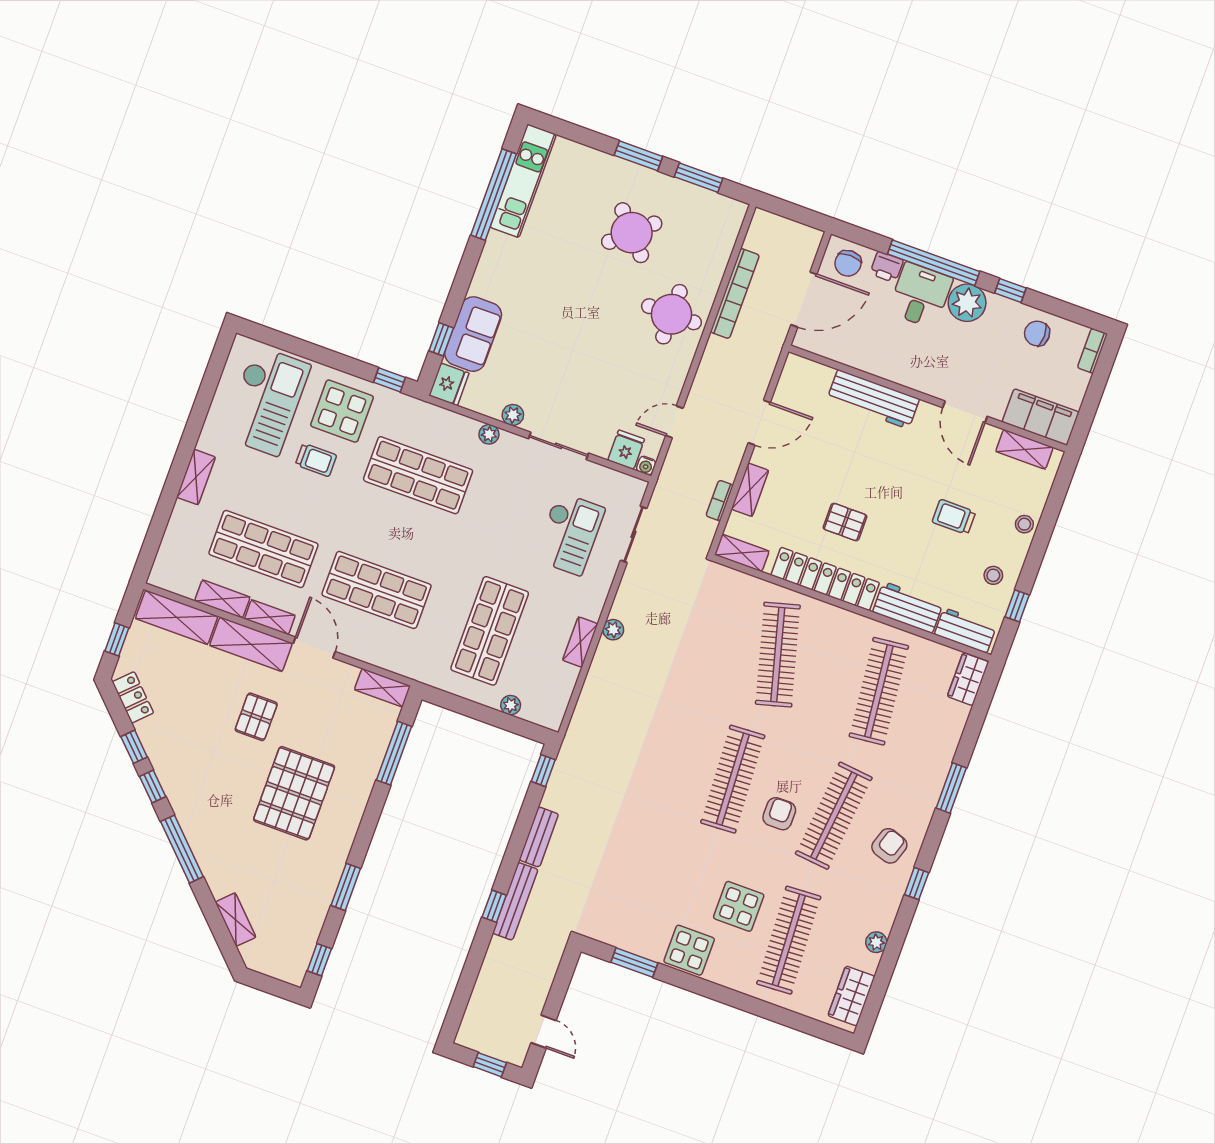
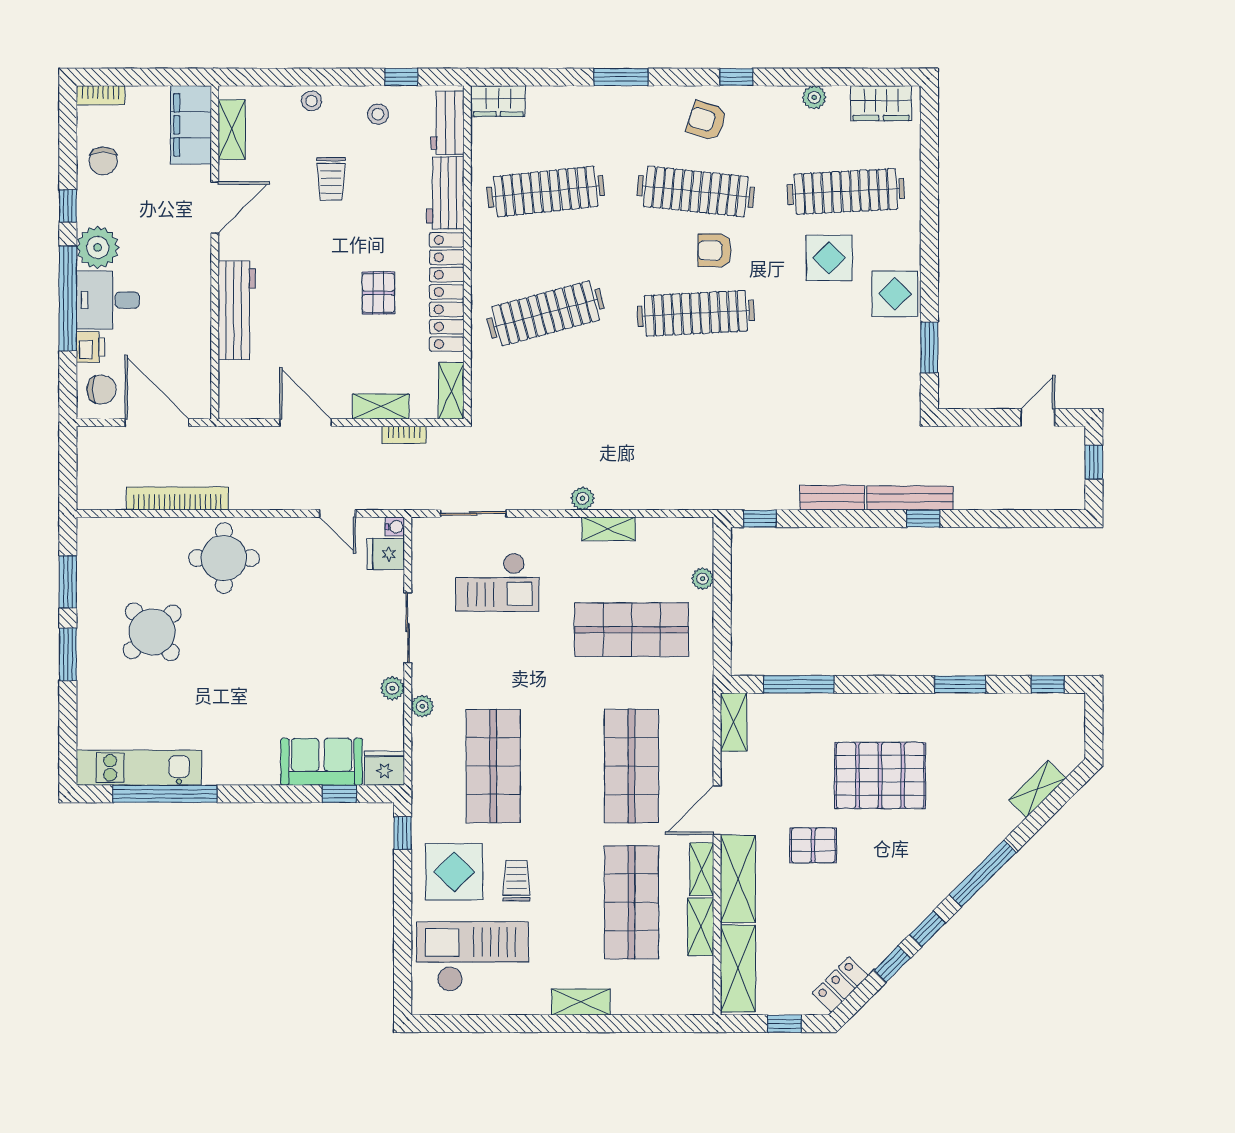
checkout: (569, 534) -> (497, 582), turned 180

